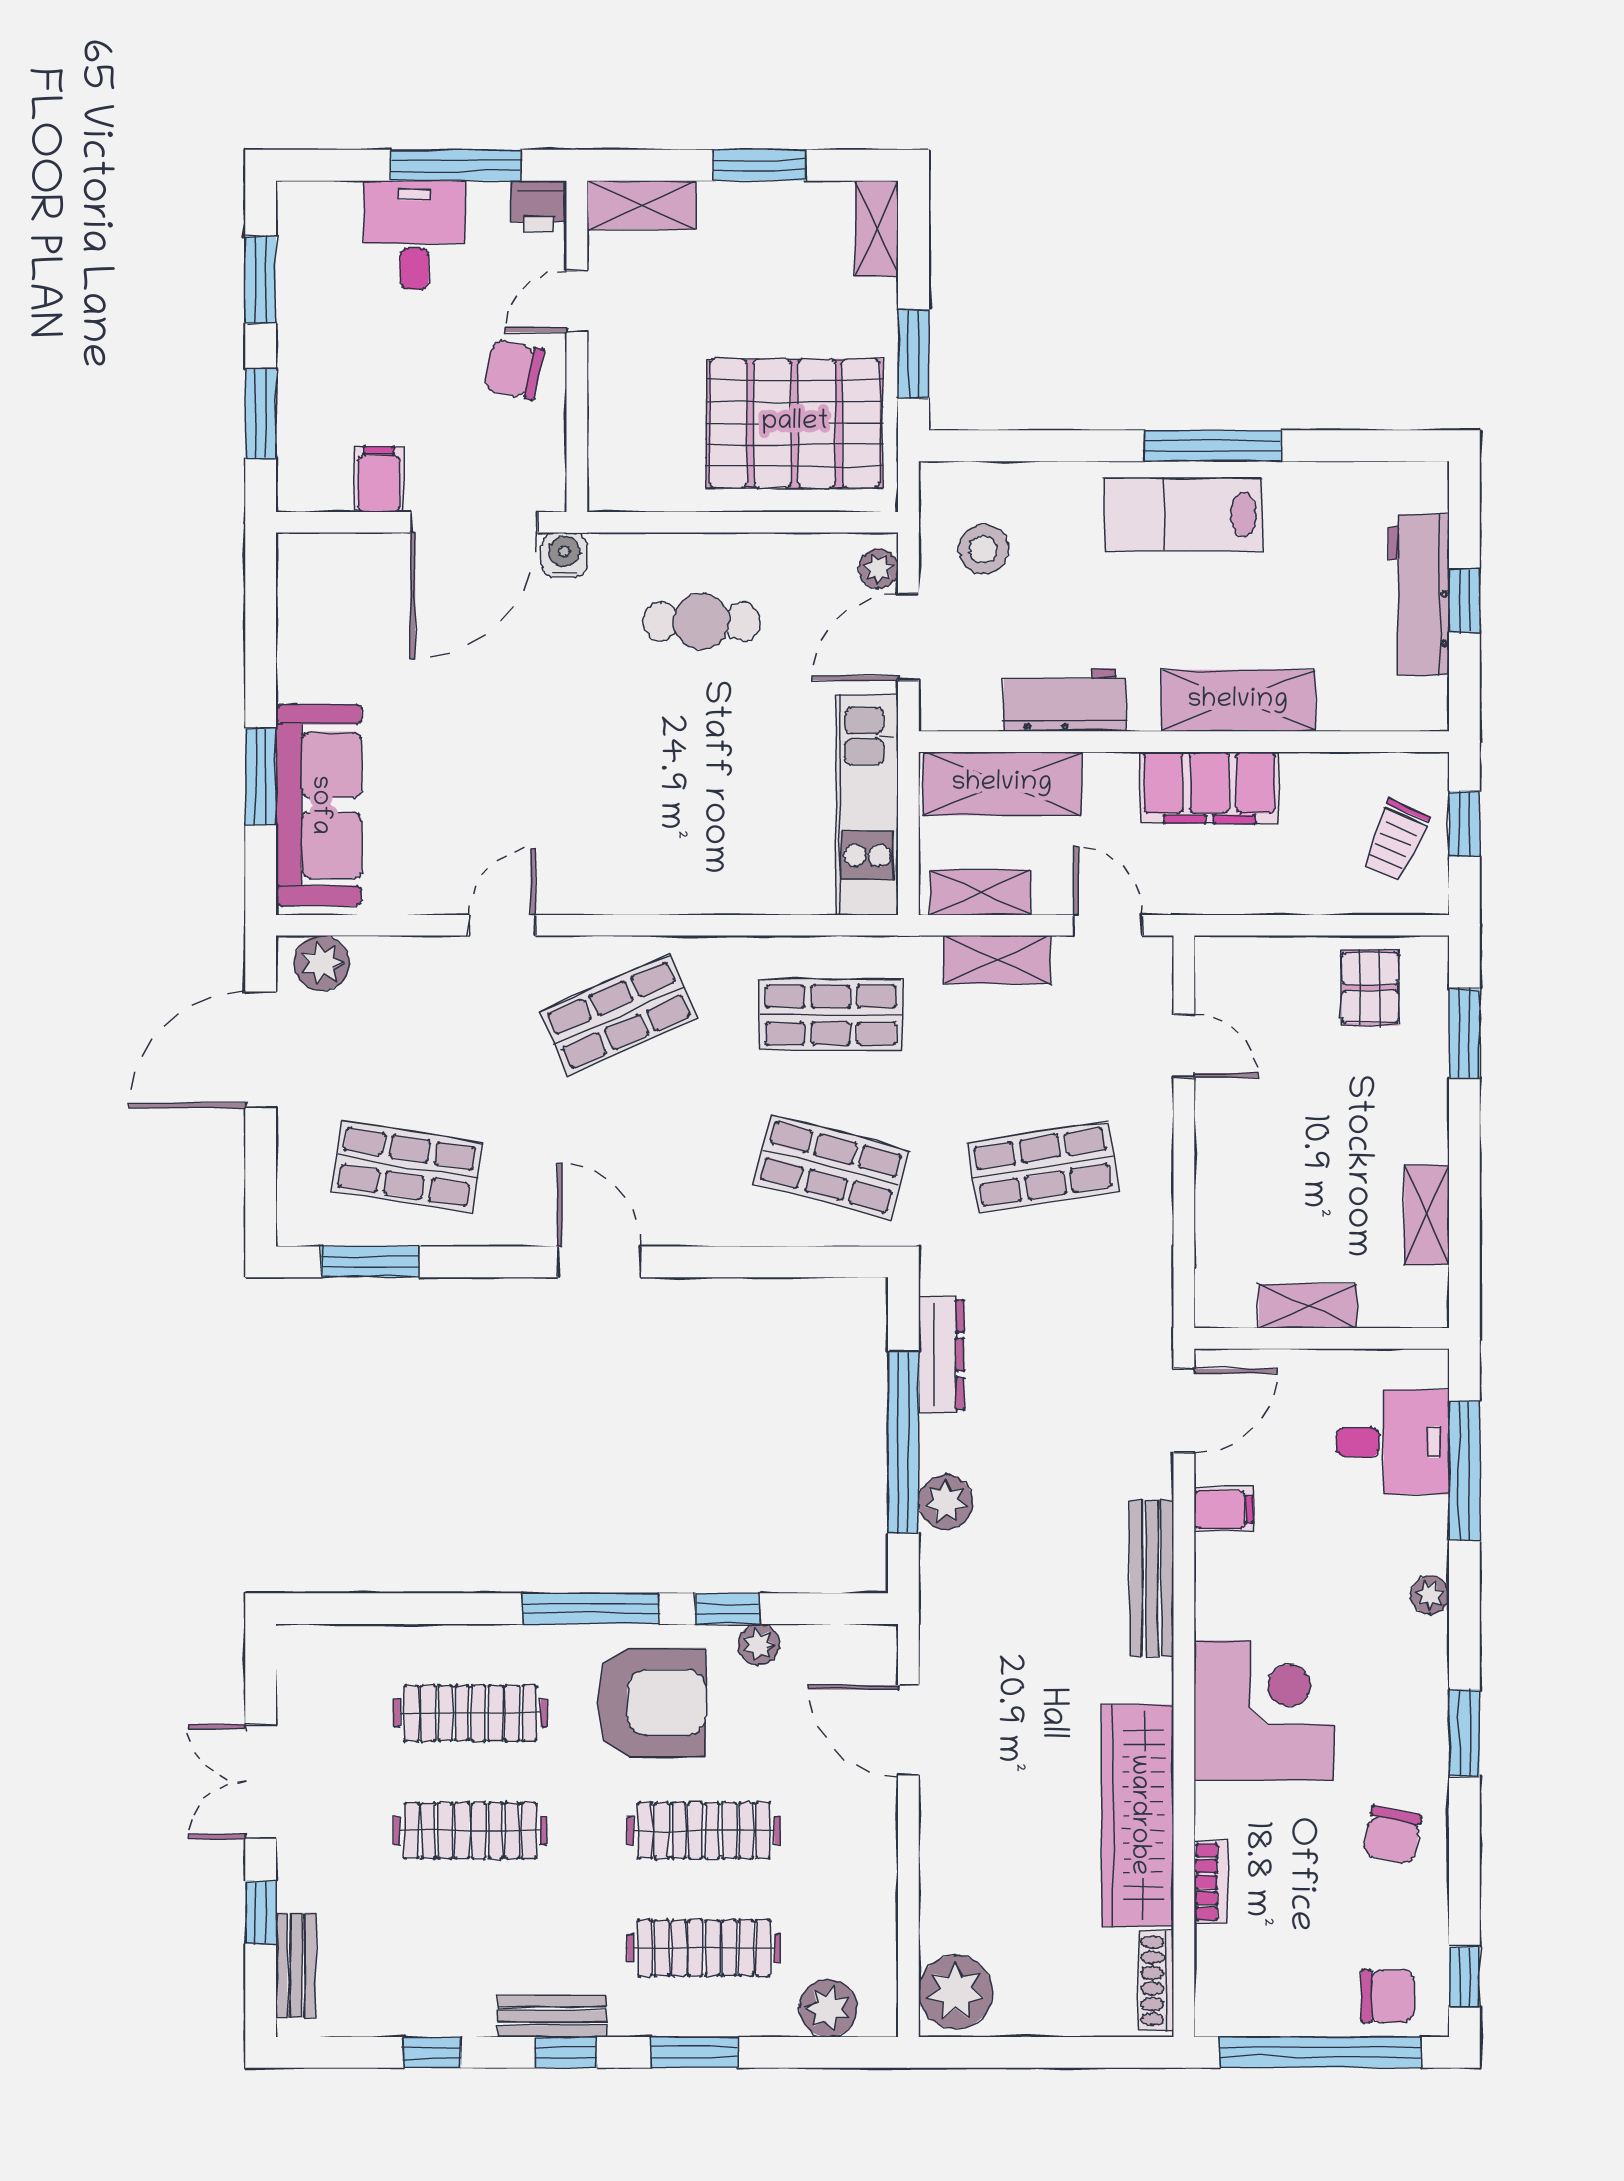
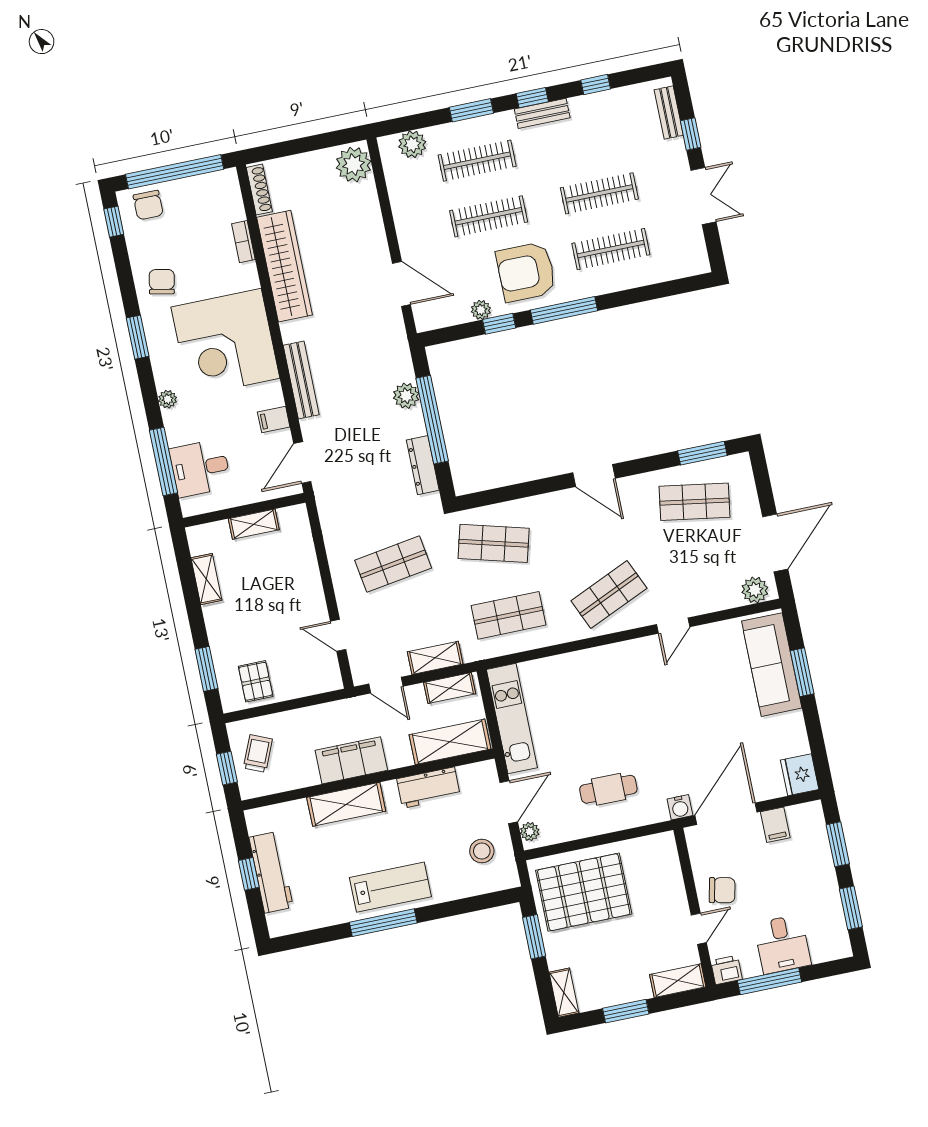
fridge: (309, 570) -> (800, 775), added
corner desk: (1264, 1710) -> (225, 343), width x1.36, depth x1.36
chair: (1388, 1996) -> (148, 205), turned -90

